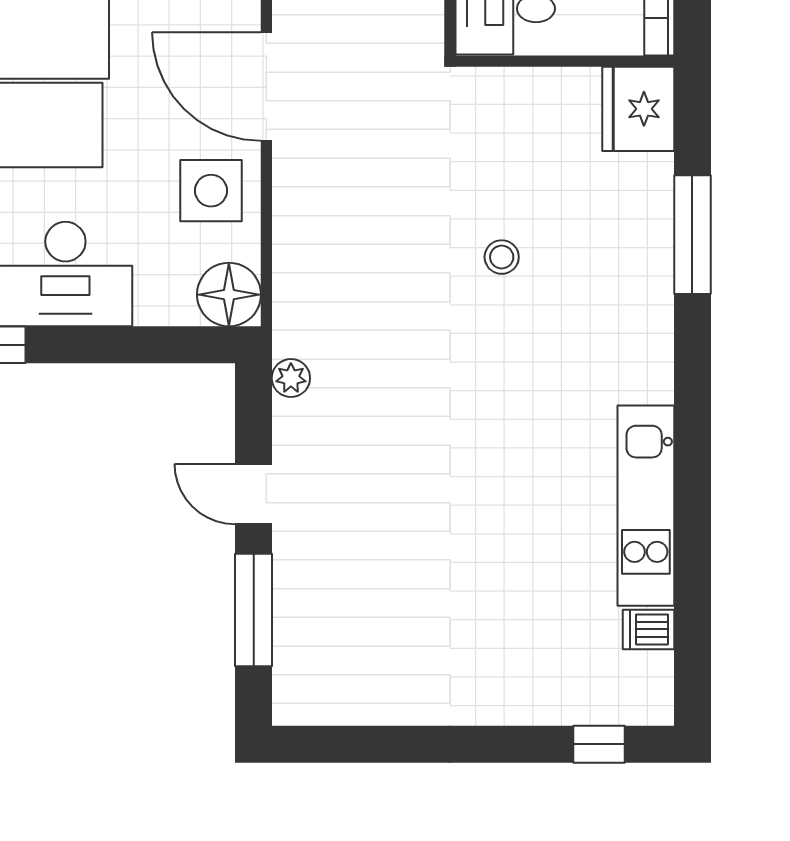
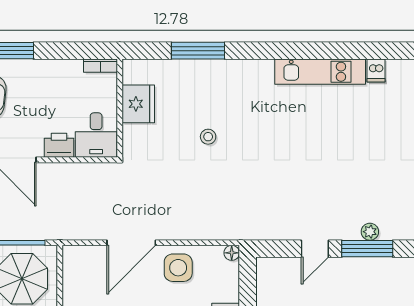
fridge: (638, 109) -> (138, 104), moved, turned -90
floor lamp: (229, 295) -> (232, 253), width x0.53, depth x0.53
plant: (291, 378) -> (370, 232), moved

